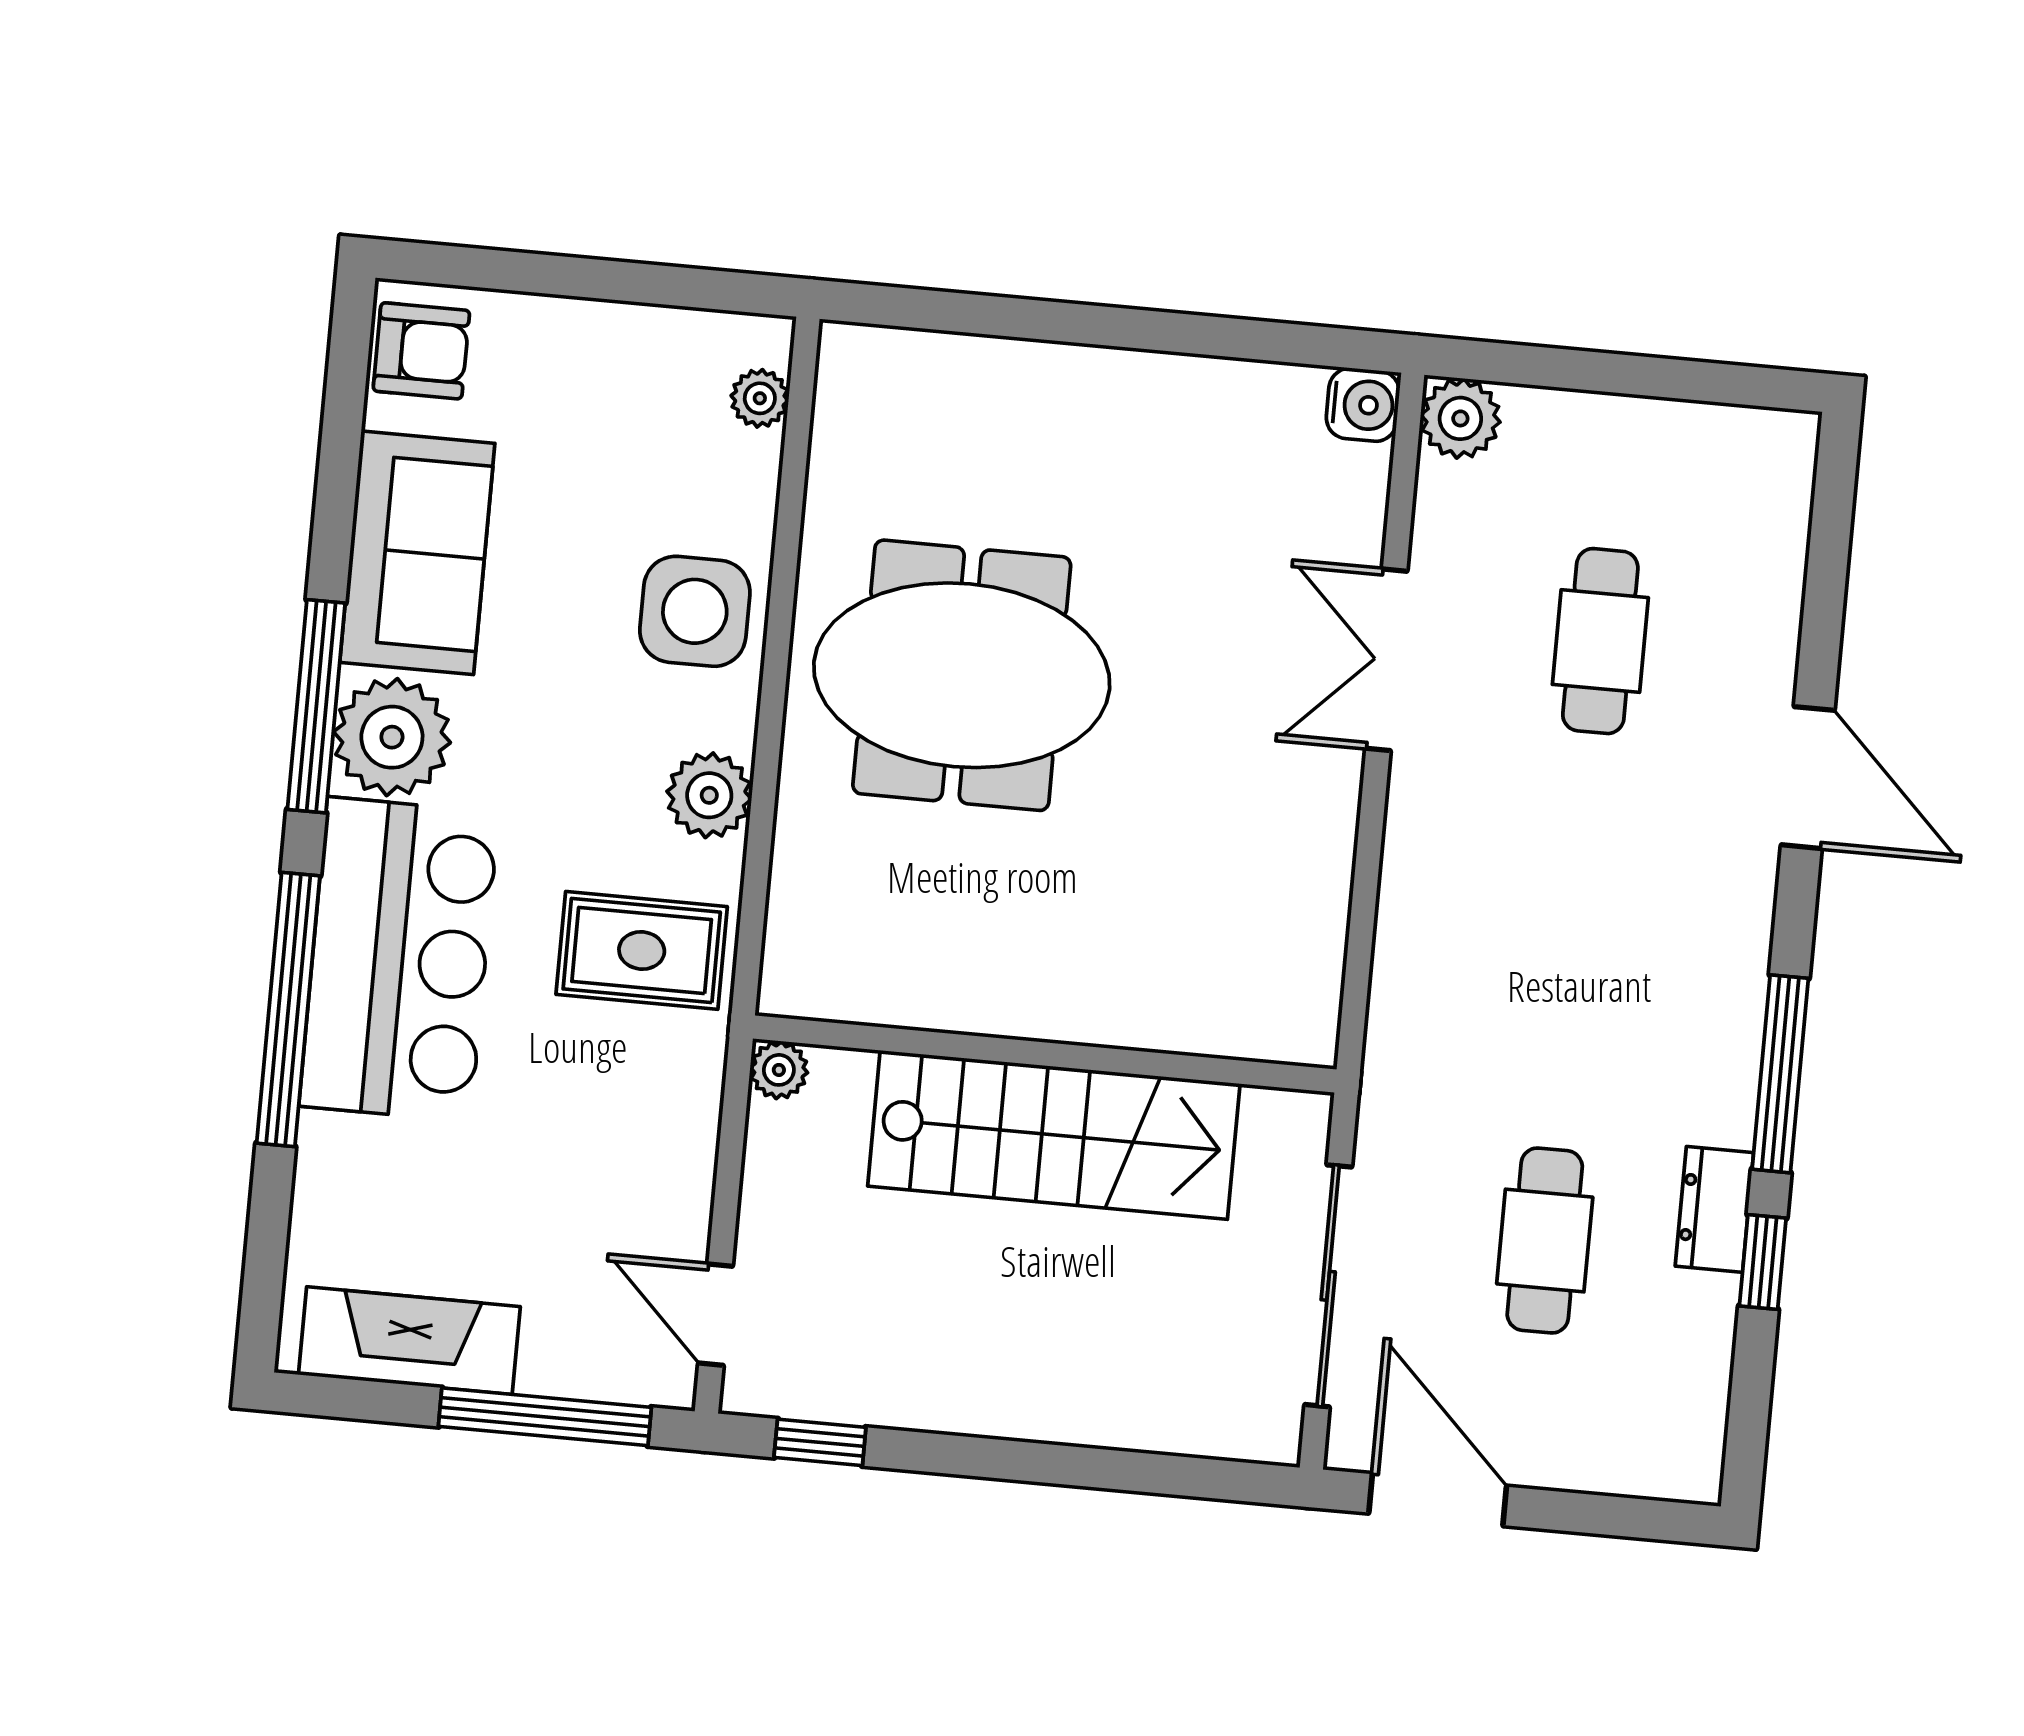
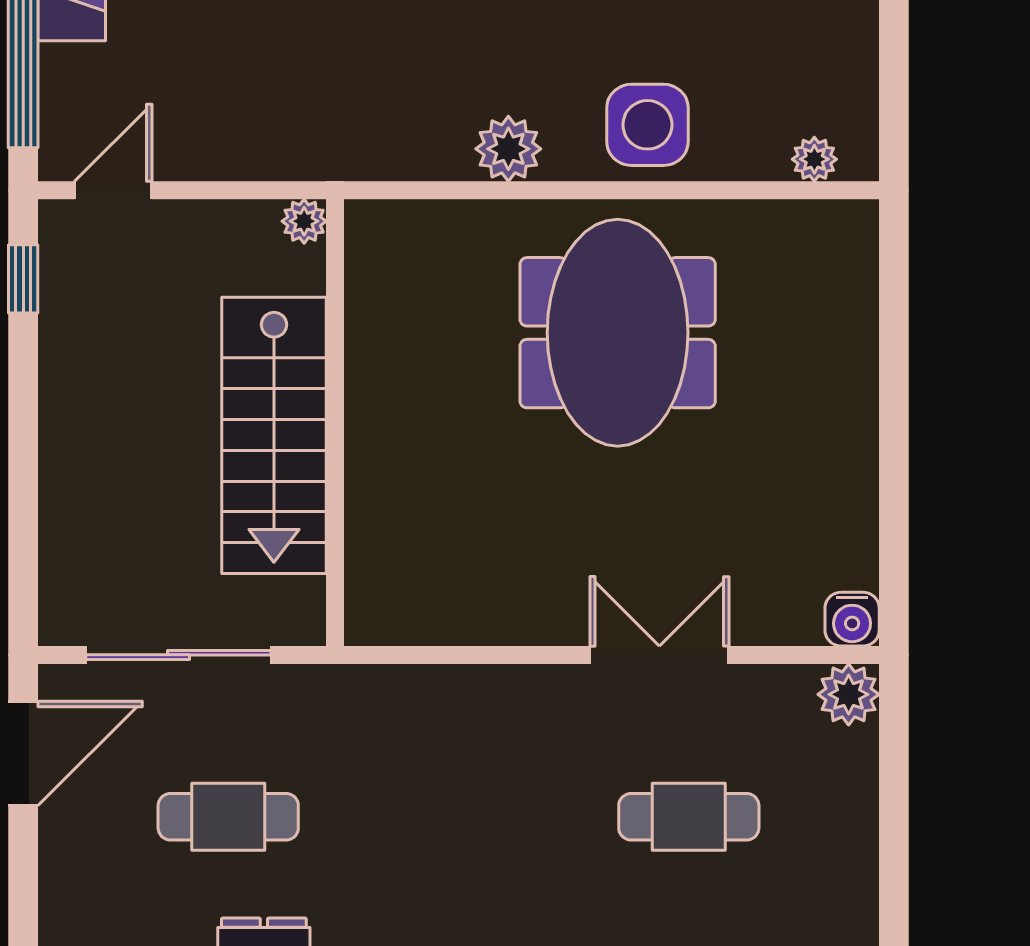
rug: (642, 950) -> (385, 108), removed

